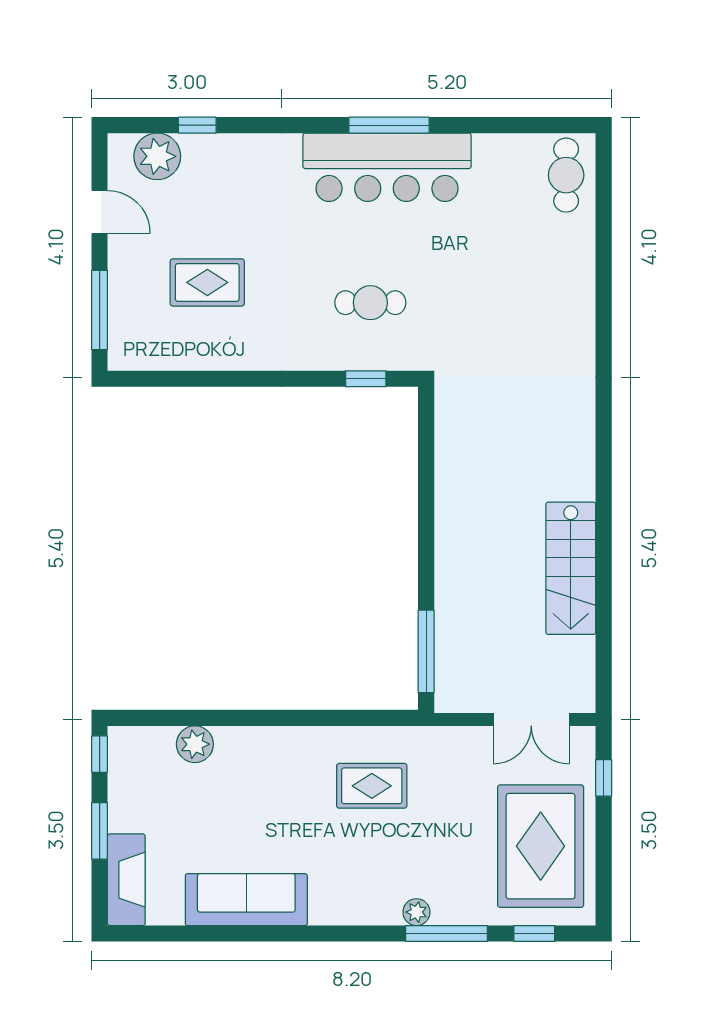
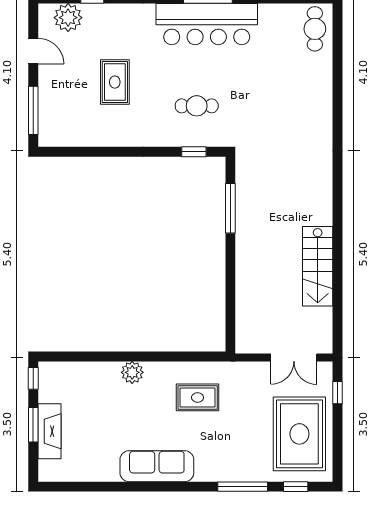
rug: (207, 282) -> (115, 82), moved, turned 90
window: (426, 651) -> (230, 208), moved
plant: (195, 744) -> (132, 372), moved
fireplace: (126, 880) -> (49, 431), moved
sofa: (246, 900) -> (157, 466), moved
plant: (416, 912) -> (225, 474), removed

